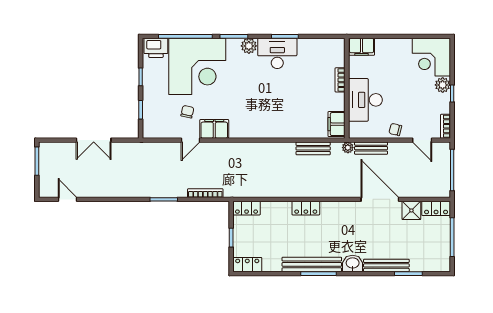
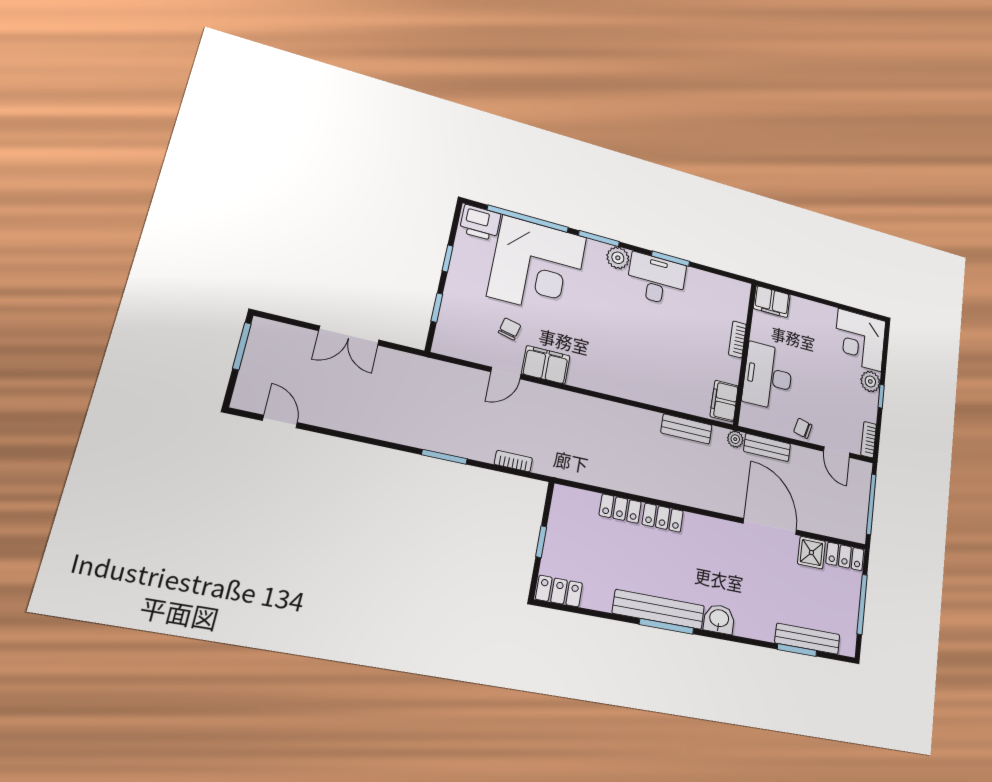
bookcase: (205, 193) -> (513, 461), width x0.64
locker: (247, 208) -> (620, 509), moved
bench: (386, 265) -> (807, 639), moved

